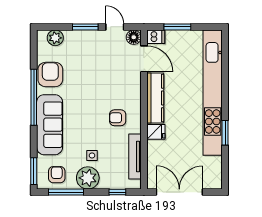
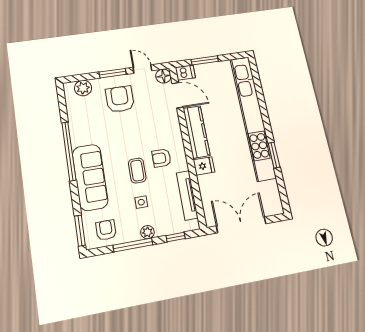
armchair: (50, 74) -> (120, 99), moved
coffee table: (93, 126) -> (137, 171), added
plant: (88, 178) -> (147, 232), width x0.53, depth x0.53
window: (66, 192) -> (133, 245), moved

